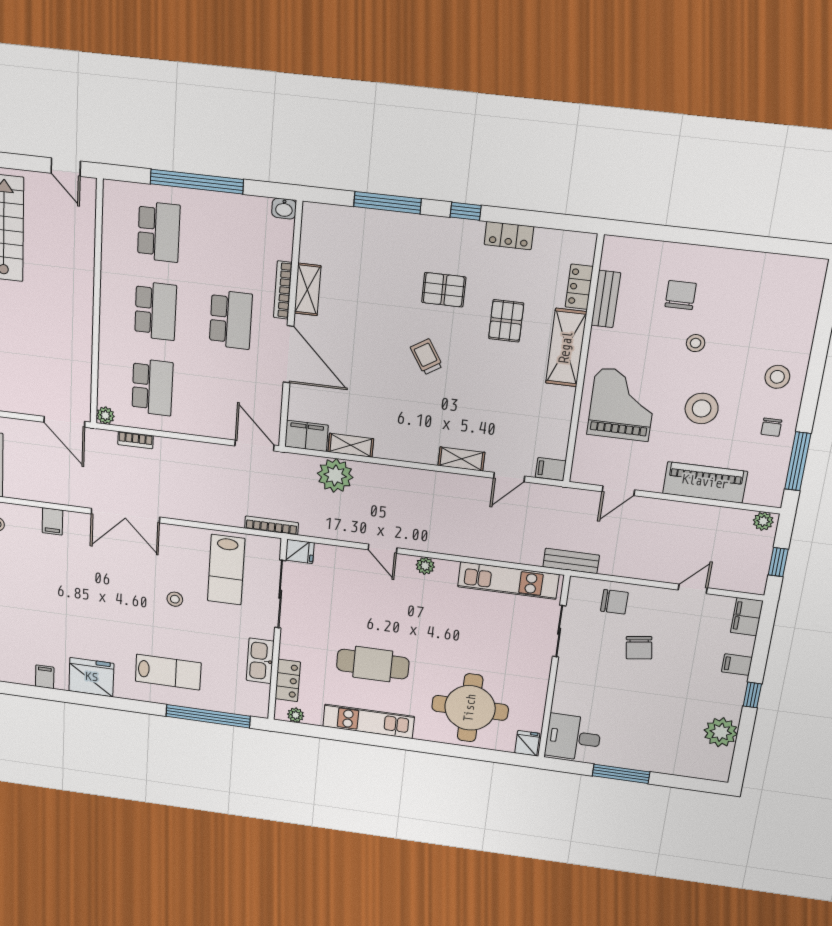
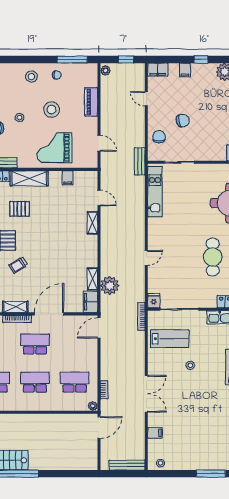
trolley: (427, 357) -> (18, 265), moved
filing cabinet: (551, 469) -> (68, 178), moved
piano: (705, 482) -> (91, 102), width x0.73, depth x0.75
plant: (425, 566) -> (153, 235), removed

